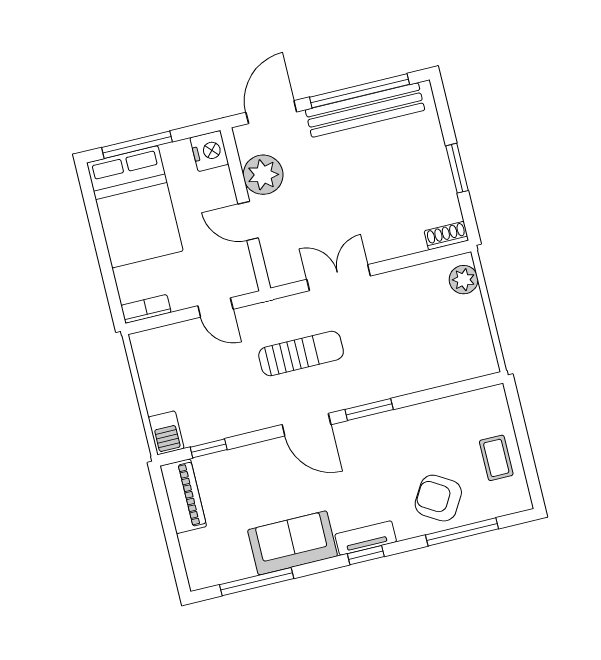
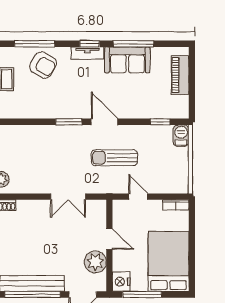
window: (137, 145) -> (142, 294), moved
sun lounger: (301, 353) -> (114, 158), moved
piano: (183, 496) -> (180, 75), moved
window: (257, 582) -> (133, 44), moved

